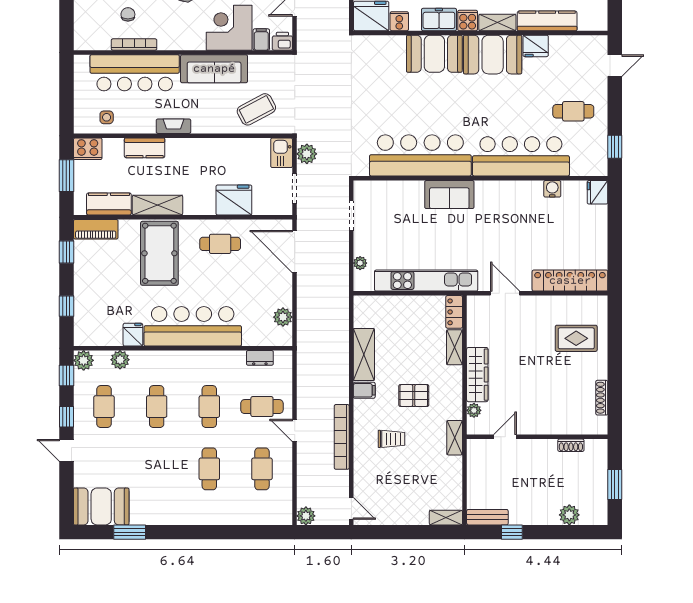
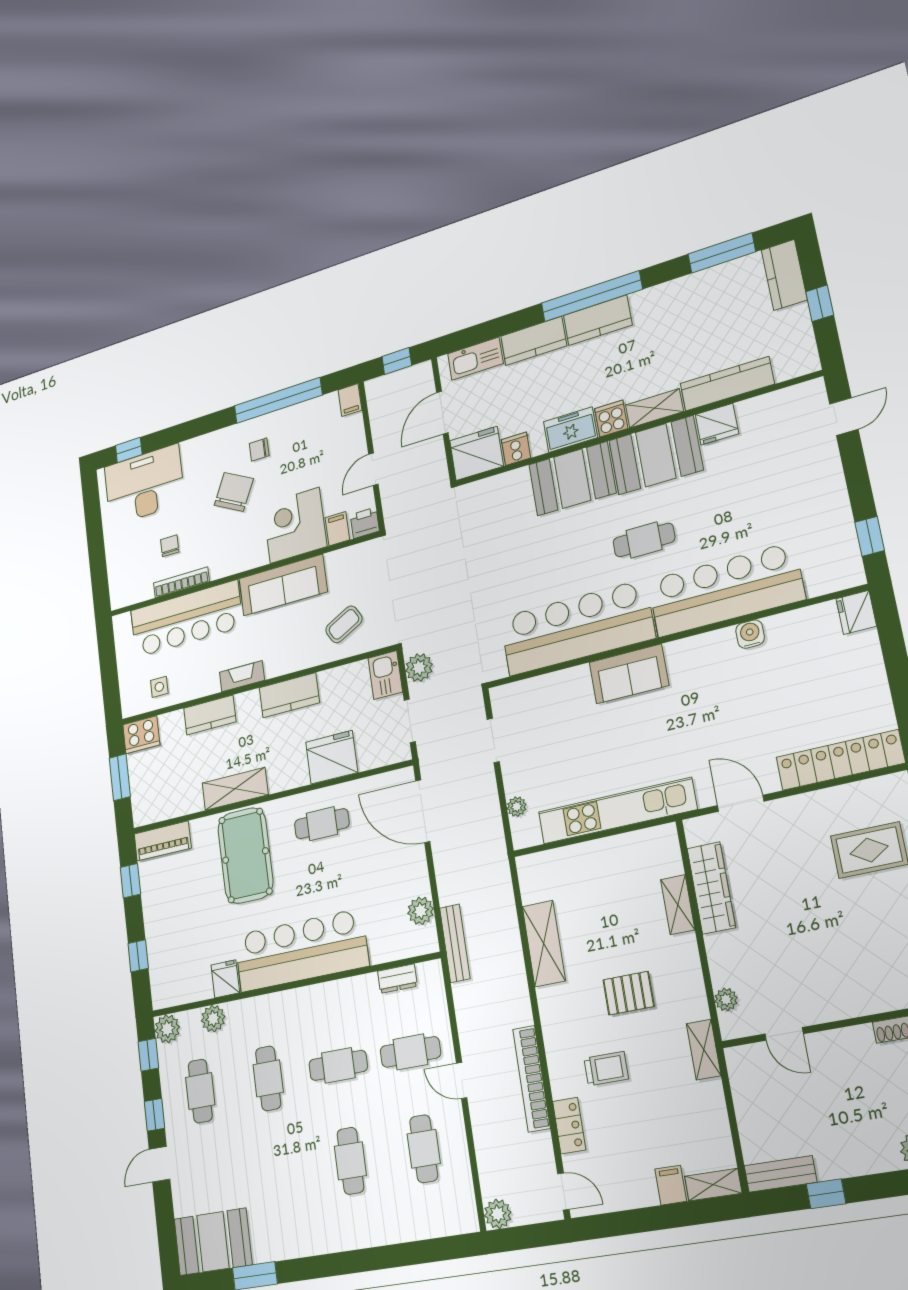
coffee table: (256, 109) -> (344, 624), width x0.73, depth x0.77
cafe table: (573, 111) -> (644, 540), moved
water cooler: (552, 189) -> (750, 634), moved
kitchen counter: (109, 204) -> (289, 695), moved, turned 180
locker: (454, 312) -> (569, 1126), moved, turned 180
bench: (304, 343) -> (455, 943), added
wardrobe: (477, 375) -> (711, 888), moved
filing cabinet: (364, 390) -> (671, 1185), moved, turned -90
cafe table: (209, 407) -> (338, 1065), turned 90
door: (505, 437) -> (784, 1034), swing flipped
door: (66, 450) -> (160, 1164), hinge flipped

